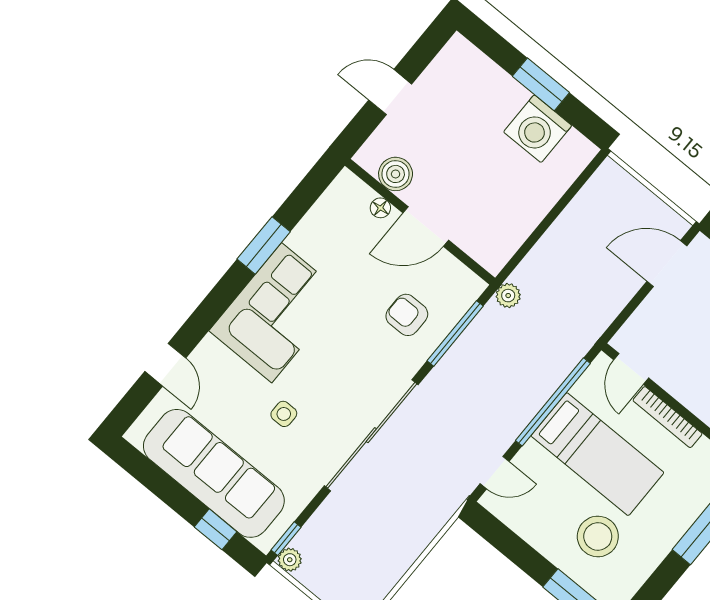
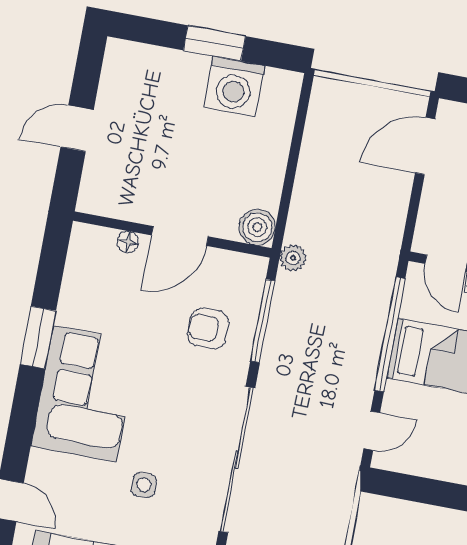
boiler: (396, 174) -> (257, 227), moved

